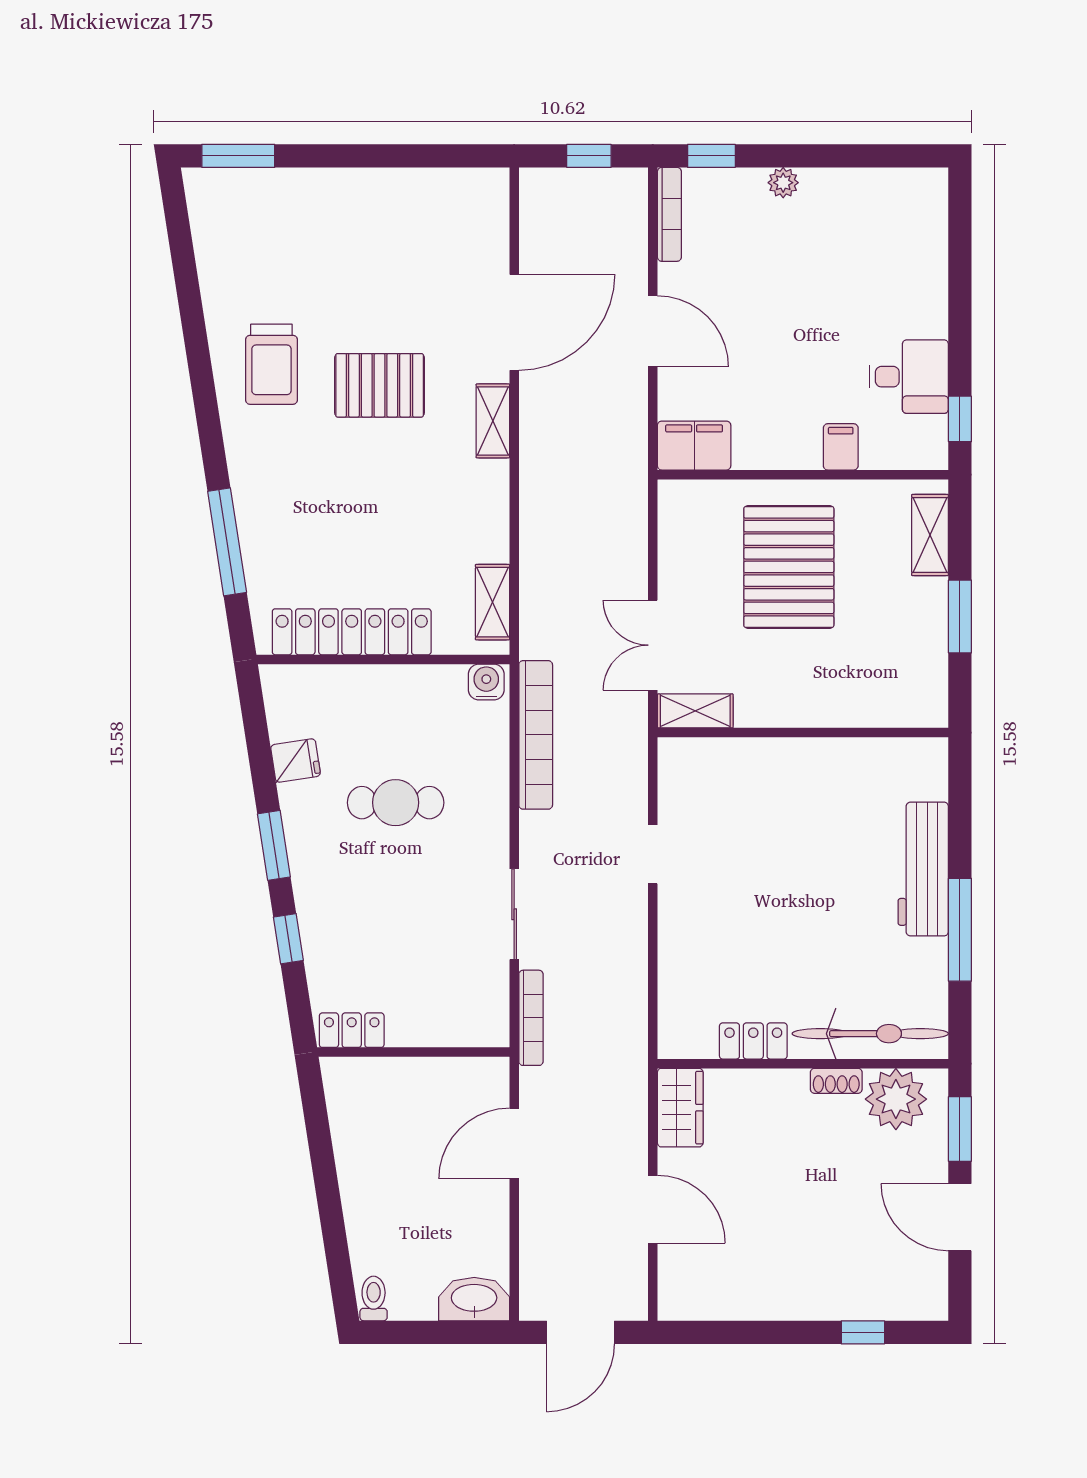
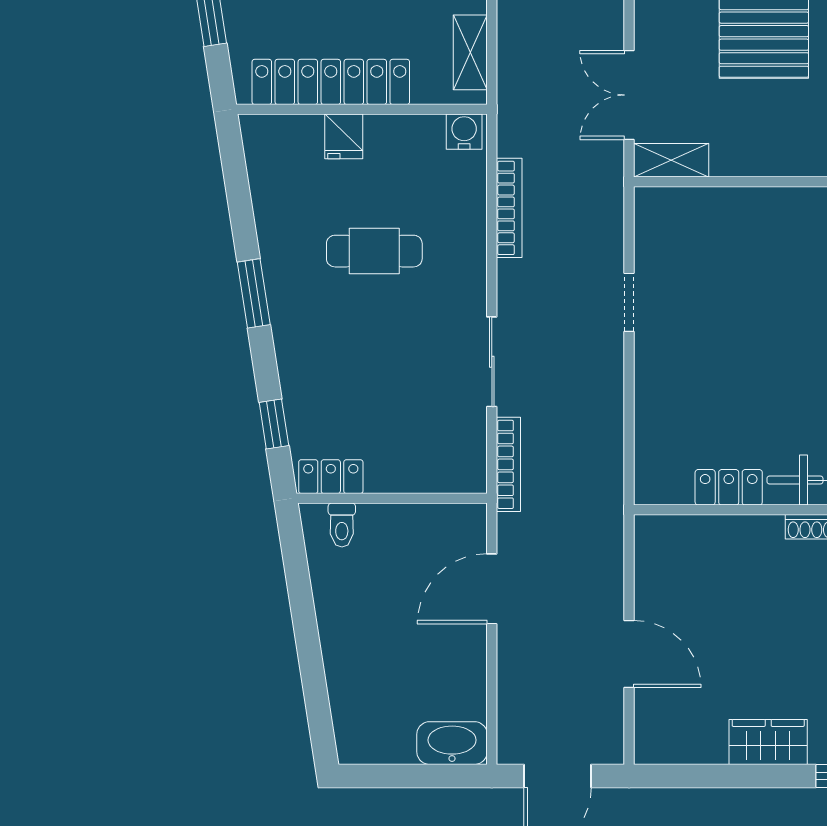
bookcase: (536, 735) -> (509, 208), width x0.68, depth x0.76
fridge: (295, 761) -> (344, 136), moved, turned 99
window: (288, 939) -> (274, 424), moved
wardrobe: (680, 1108) -> (768, 742), moved, turned -90
toilet: (374, 1299) -> (342, 525), moved, turned 180

